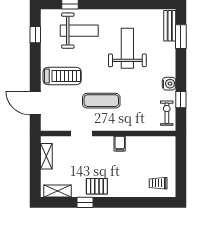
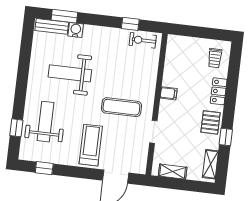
water cooler: (169, 84) -> (76, 30), moved
exercise mat: (101, 101) -> (121, 107), turned 90
locker: (127, 191) -> (219, 91), added

